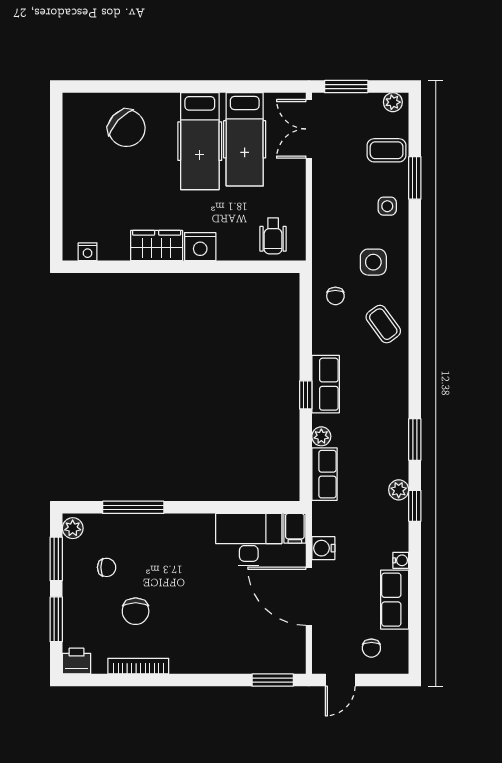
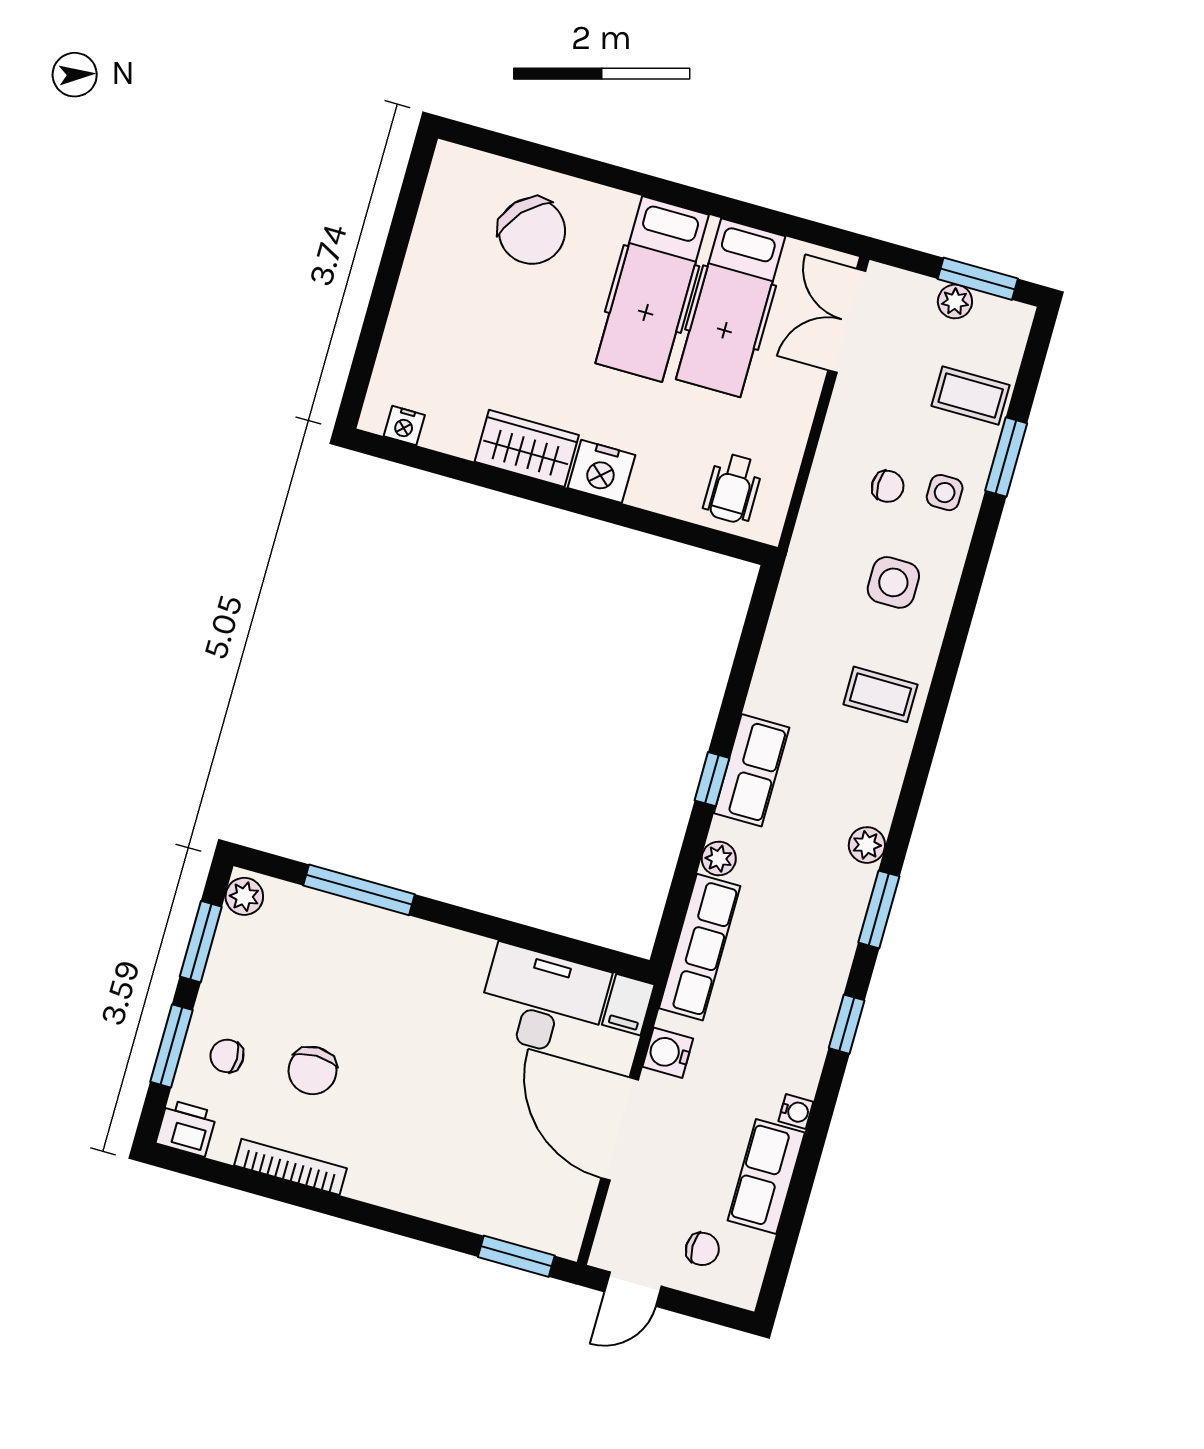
window: (346, 87) -> (978, 279), moved
plant: (393, 102) -> (955, 301), moved
chair: (335, 296) -> (888, 486), moved, turned -90
coffee table: (383, 324) -> (880, 694), turned -54
row of seats: (324, 474) -> (700, 947), width x1.48
plant: (399, 490) -> (867, 845), moved
chair: (107, 567) -> (227, 1056), moved, turned 180
chair: (371, 648) -> (702, 1249), turned -90

